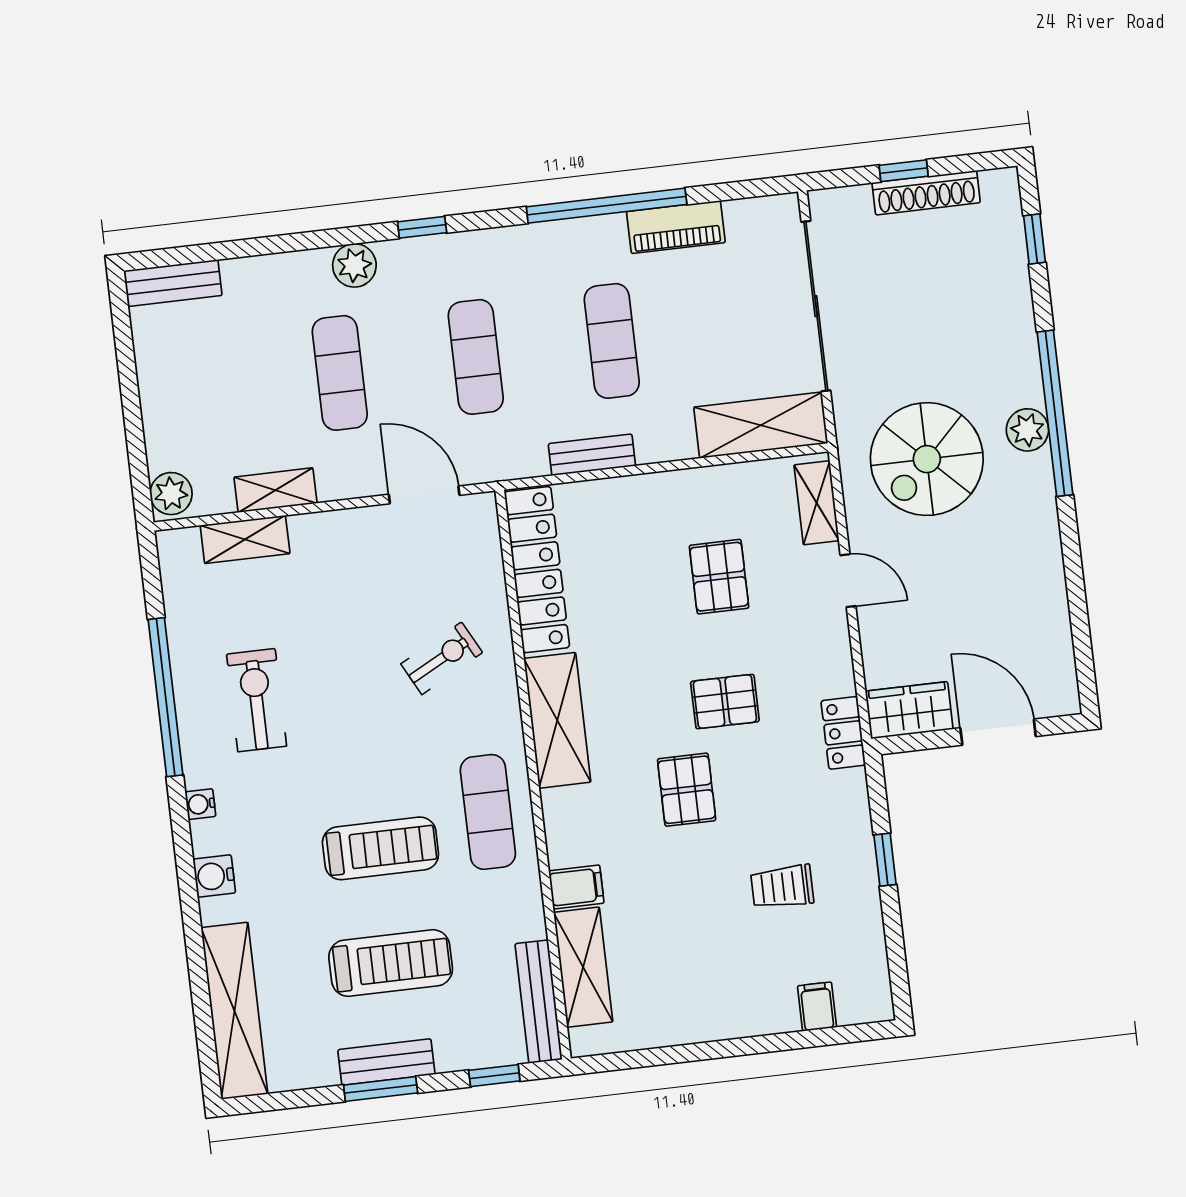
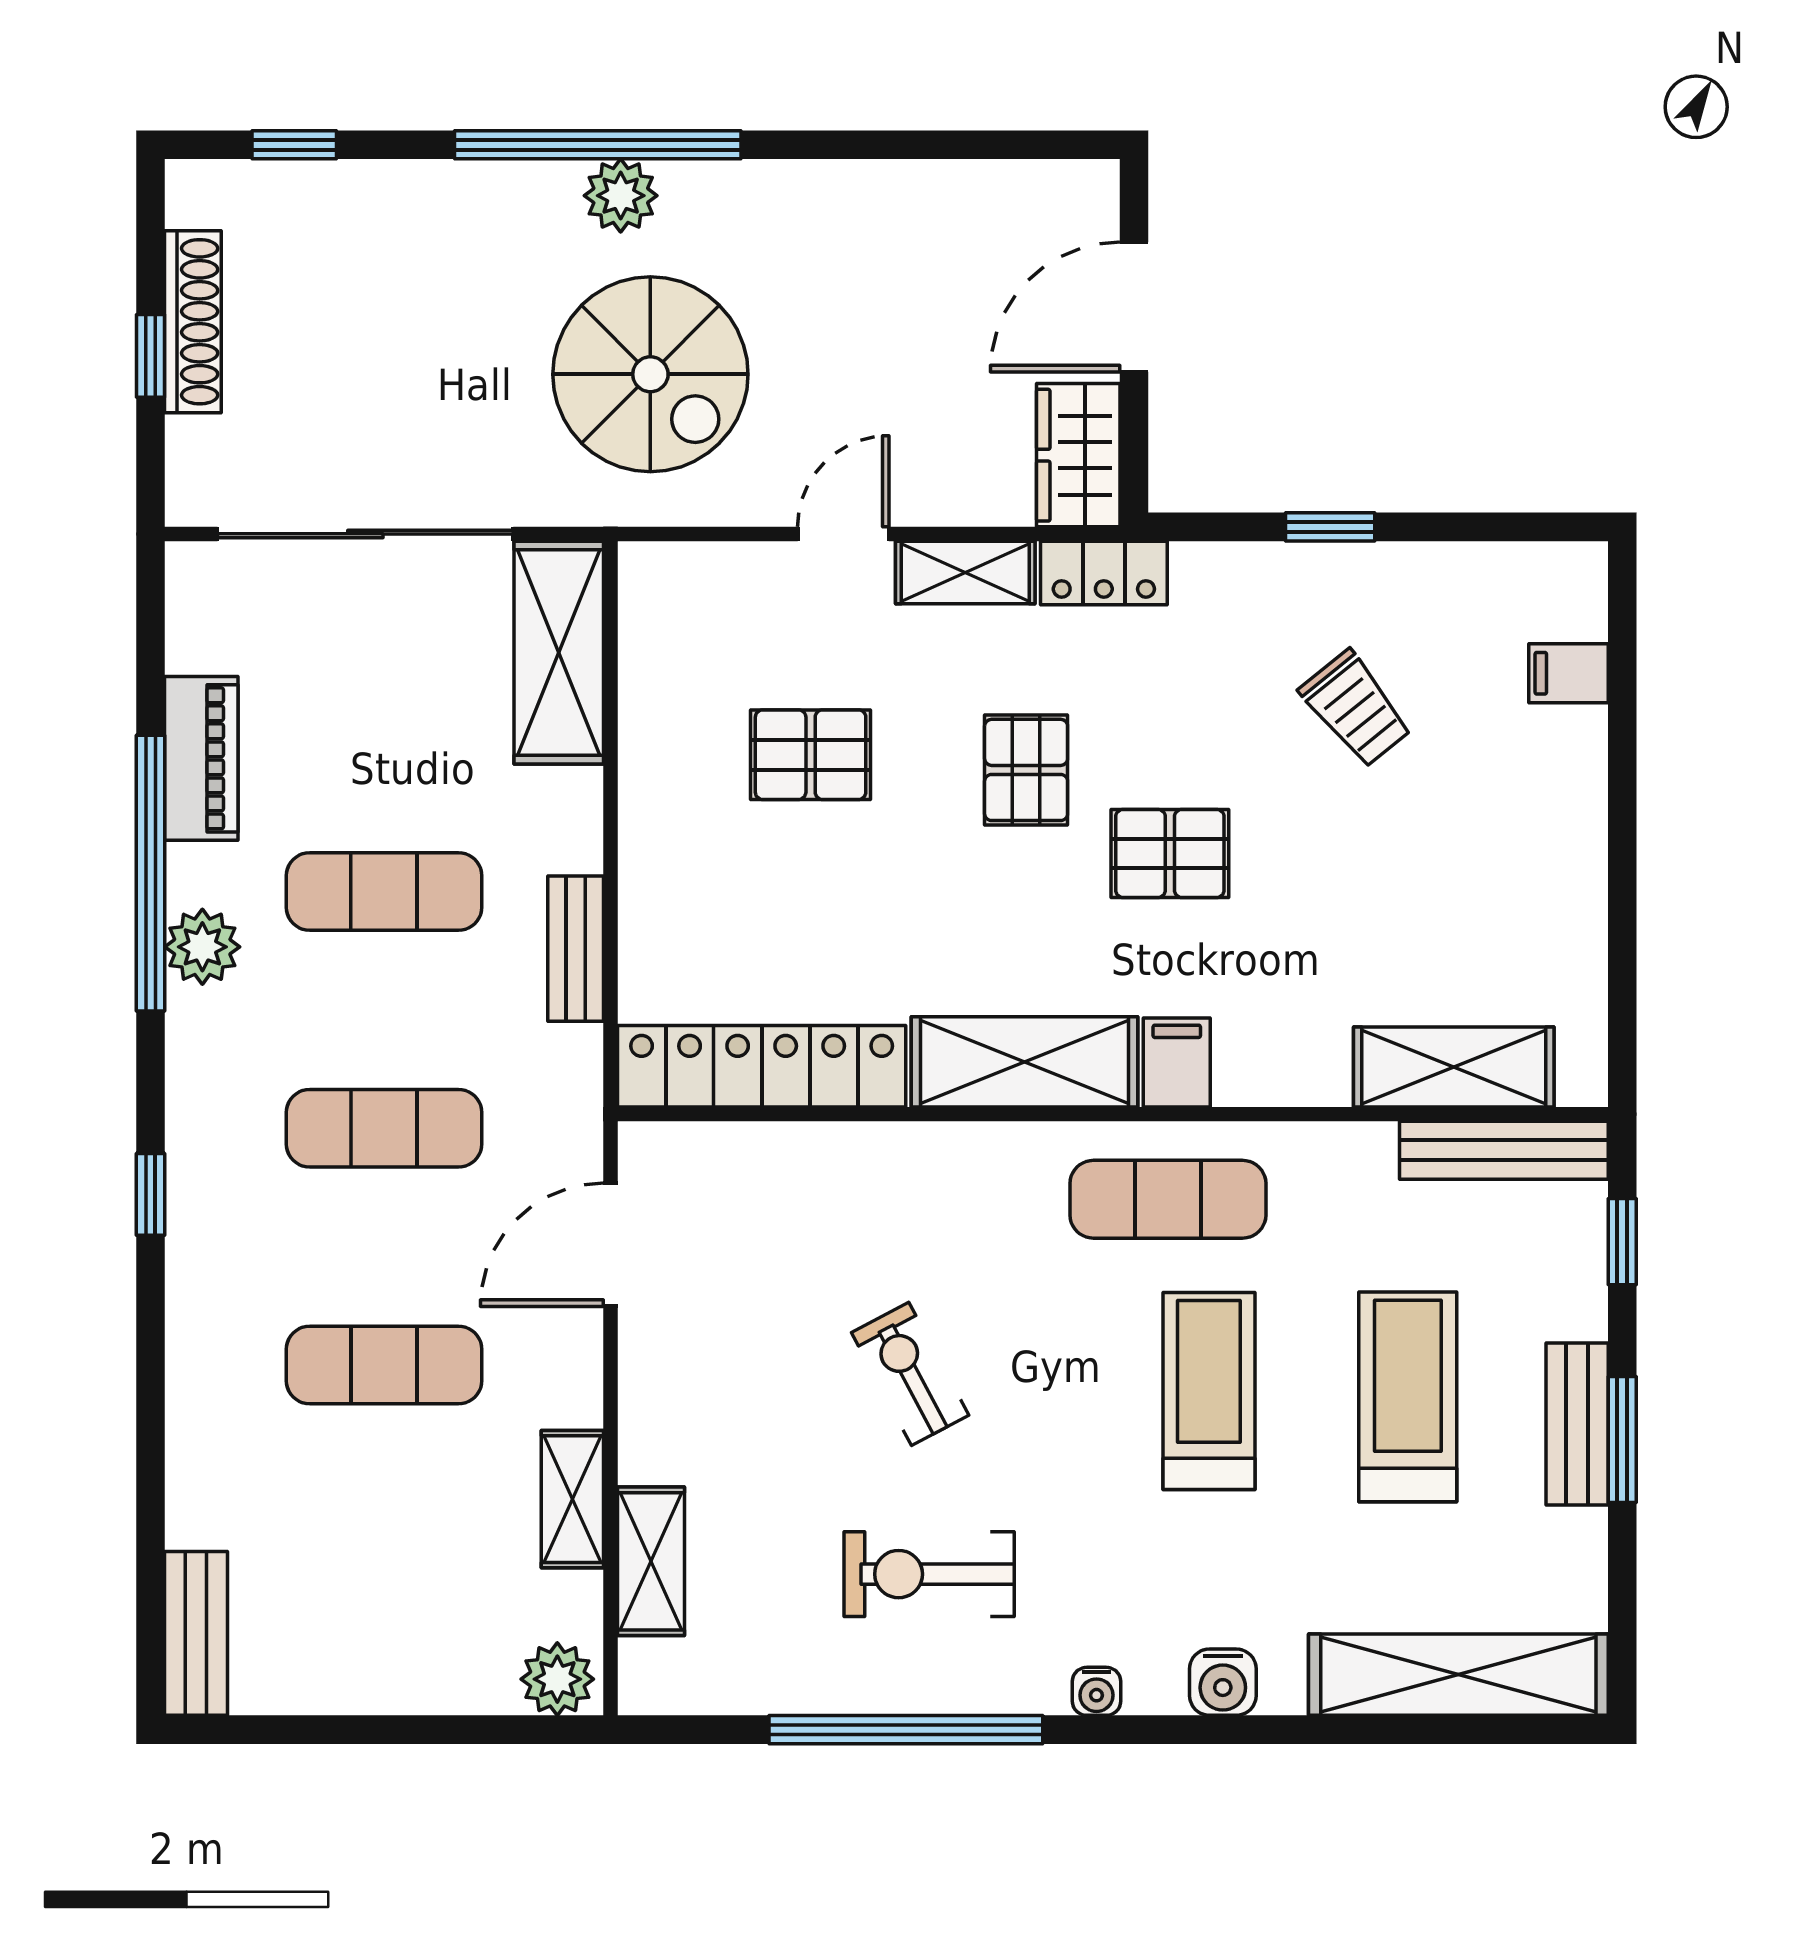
plant: (354, 265) -> (202, 947), moved
shelving: (817, 503) -> (965, 572), moved
exercise bike: (442, 658) -> (910, 1374), moved
filing cabinet: (576, 887) -> (1177, 1062), moved
trolley: (782, 887) -> (1356, 709), turned -39

